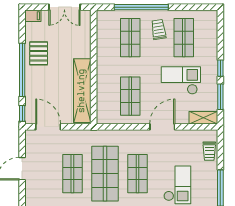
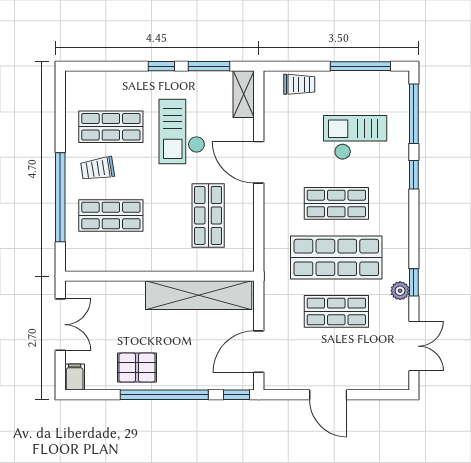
shop shelf: (130, 96) -> (208, 215), turned 90

